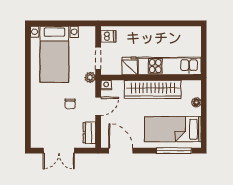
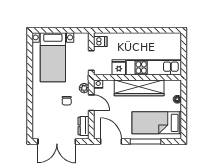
plant: (90, 77) -> (84, 88), moved
door: (98, 106) -> (91, 103), hinge flipped
double door: (59, 151) -> (57, 142), width x1.37
window: (174, 151) -> (145, 142), moved

